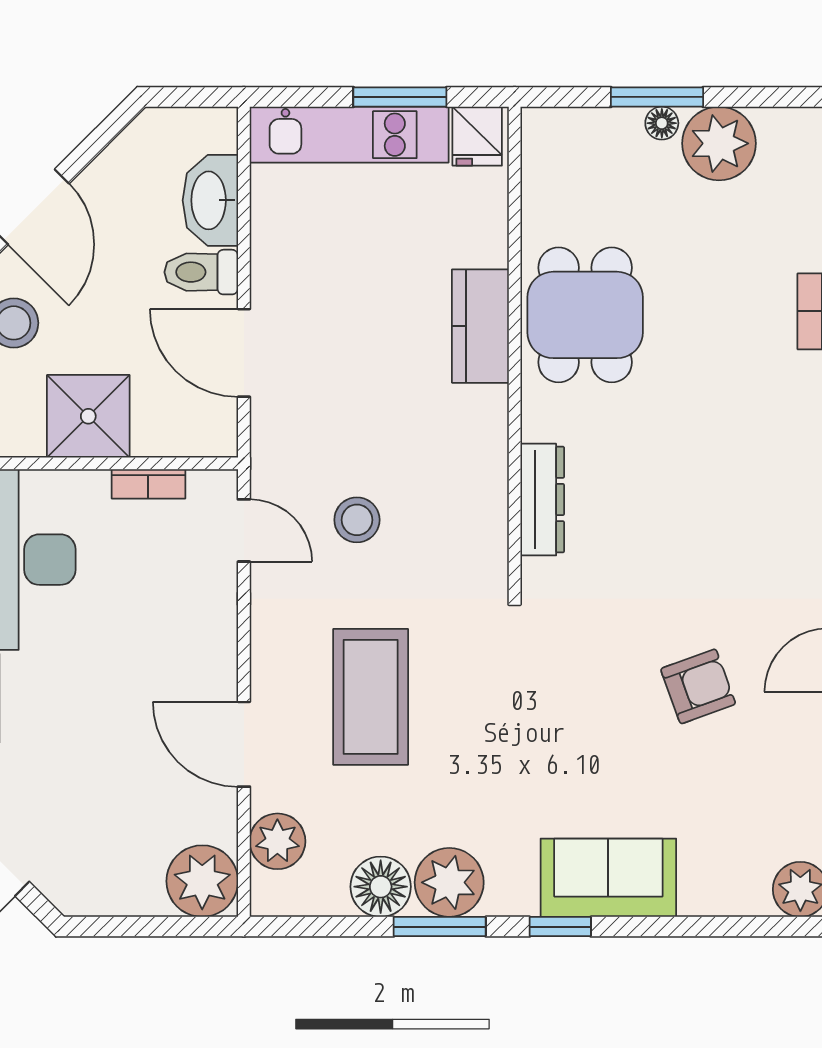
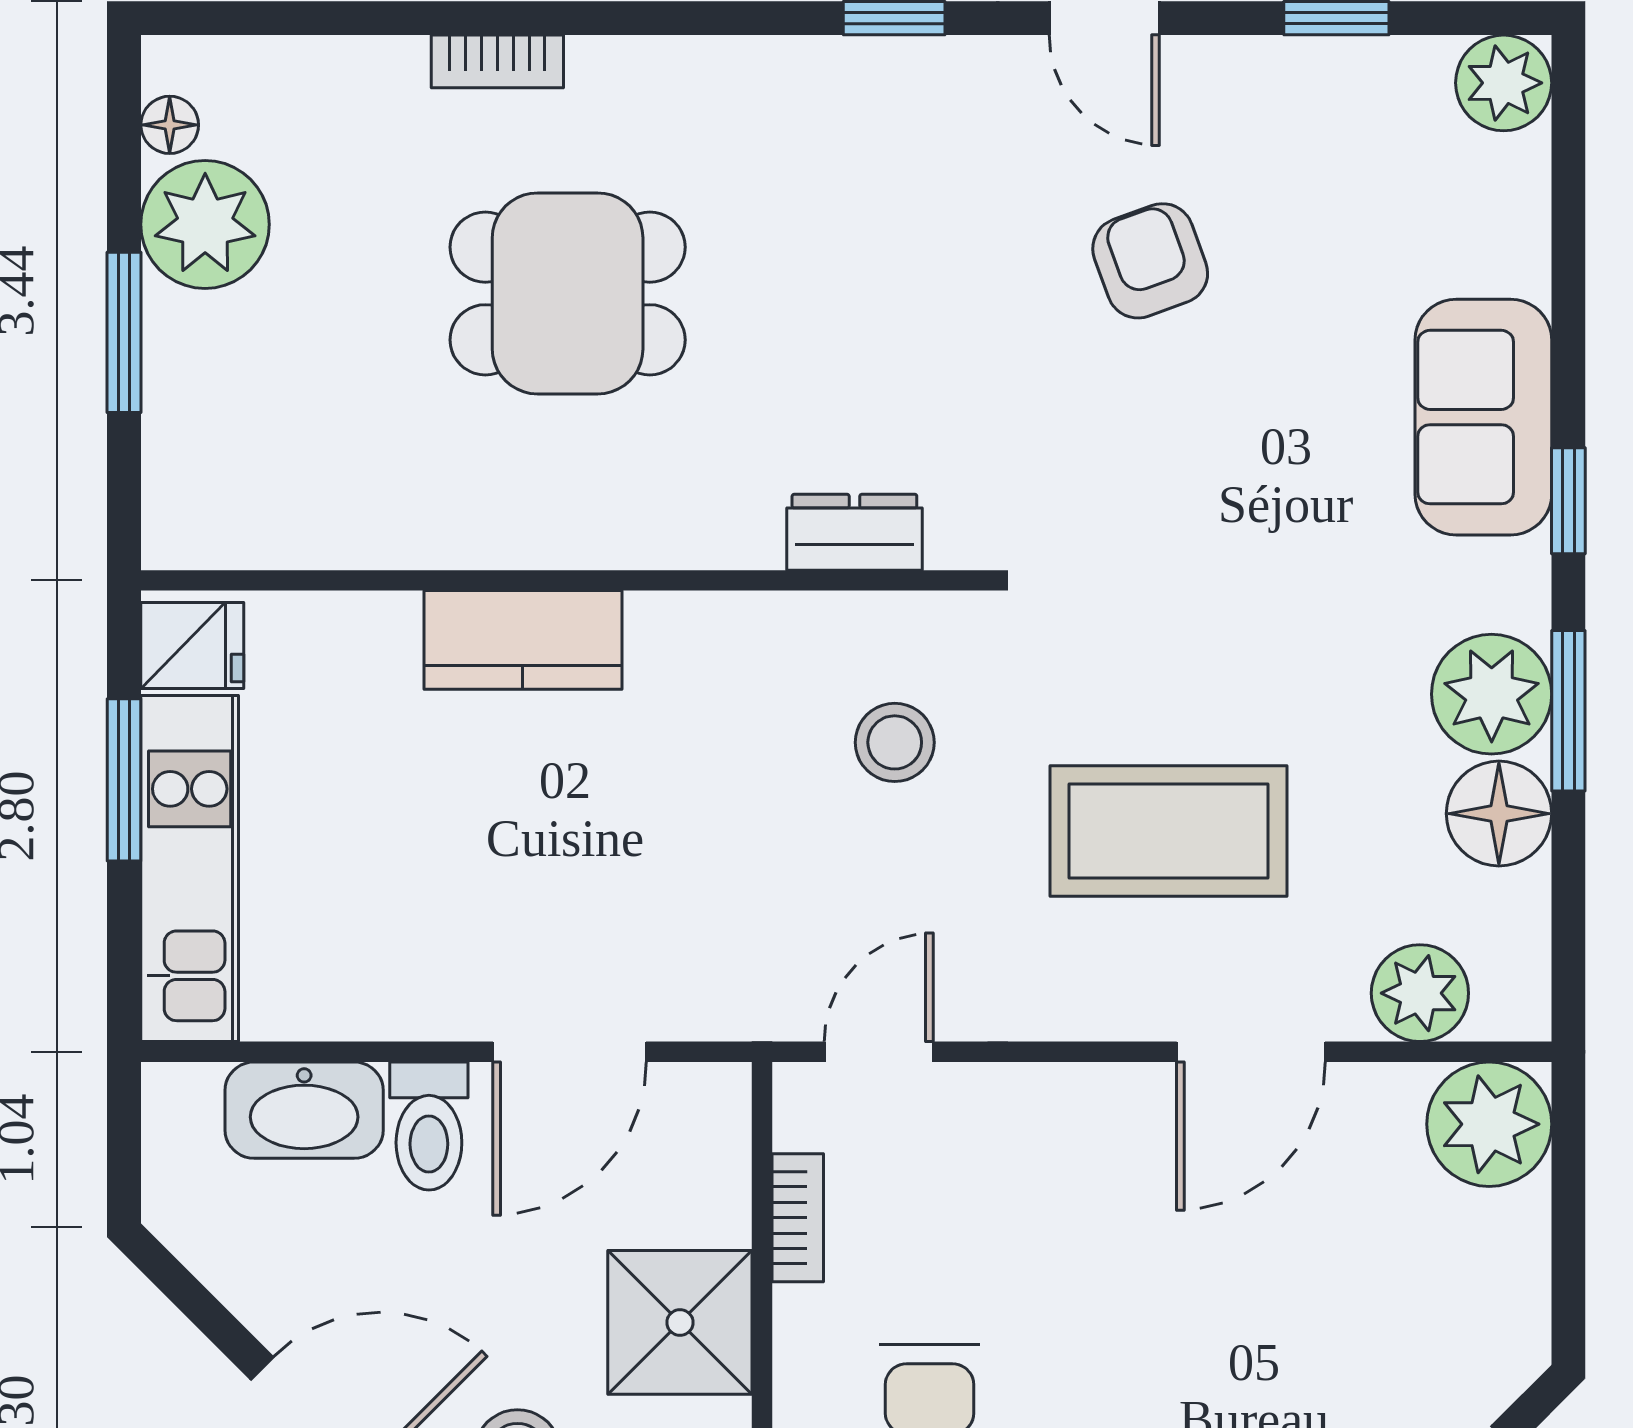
floor lamp: (662, 123) -> (170, 125), moved
dining table: (585, 315) -> (568, 293), moved
dresser: (542, 500) -> (854, 532), width x0.70
stool: (357, 520) -> (895, 742), moved

